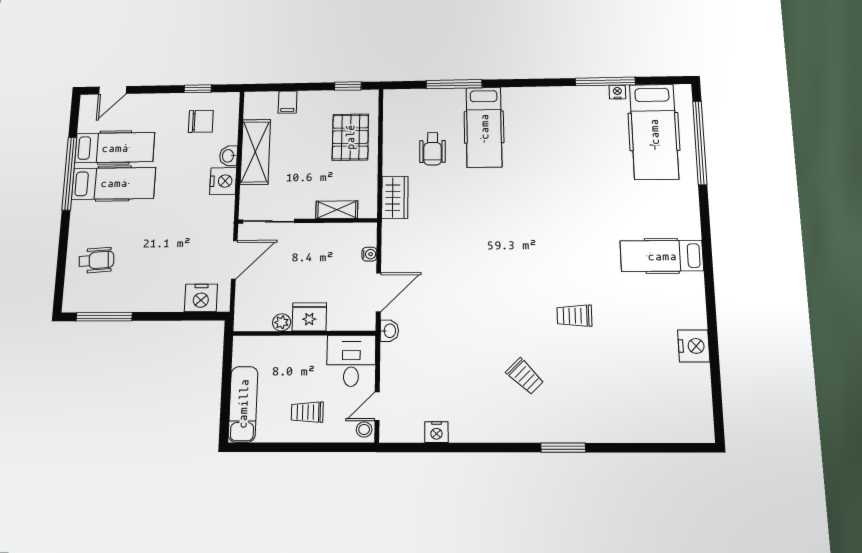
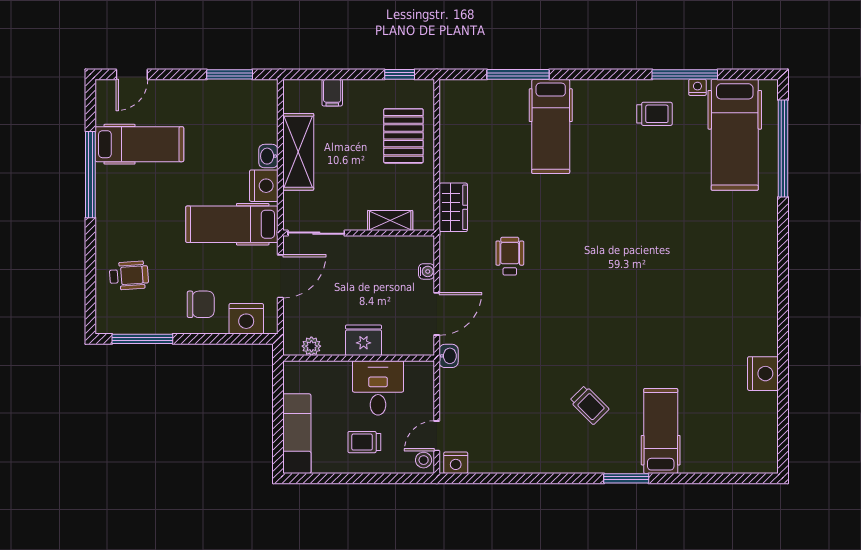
window: (198, 89) -> (230, 74), width x1.50
chair: (201, 121) -> (201, 304), moved
wheelchair: (433, 149) -> (510, 256), moved, turned 180
hospital bed: (114, 183) -> (232, 224), moved, turned 180
hospital bed: (662, 256) -> (661, 431), moved, turned 90
trolley: (574, 316) -> (654, 114), moved, turned 180
plant: (282, 322) -> (311, 346), moved
desk: (351, 361) -> (378, 388), moved
nightstand: (436, 432) -> (456, 463), moved

